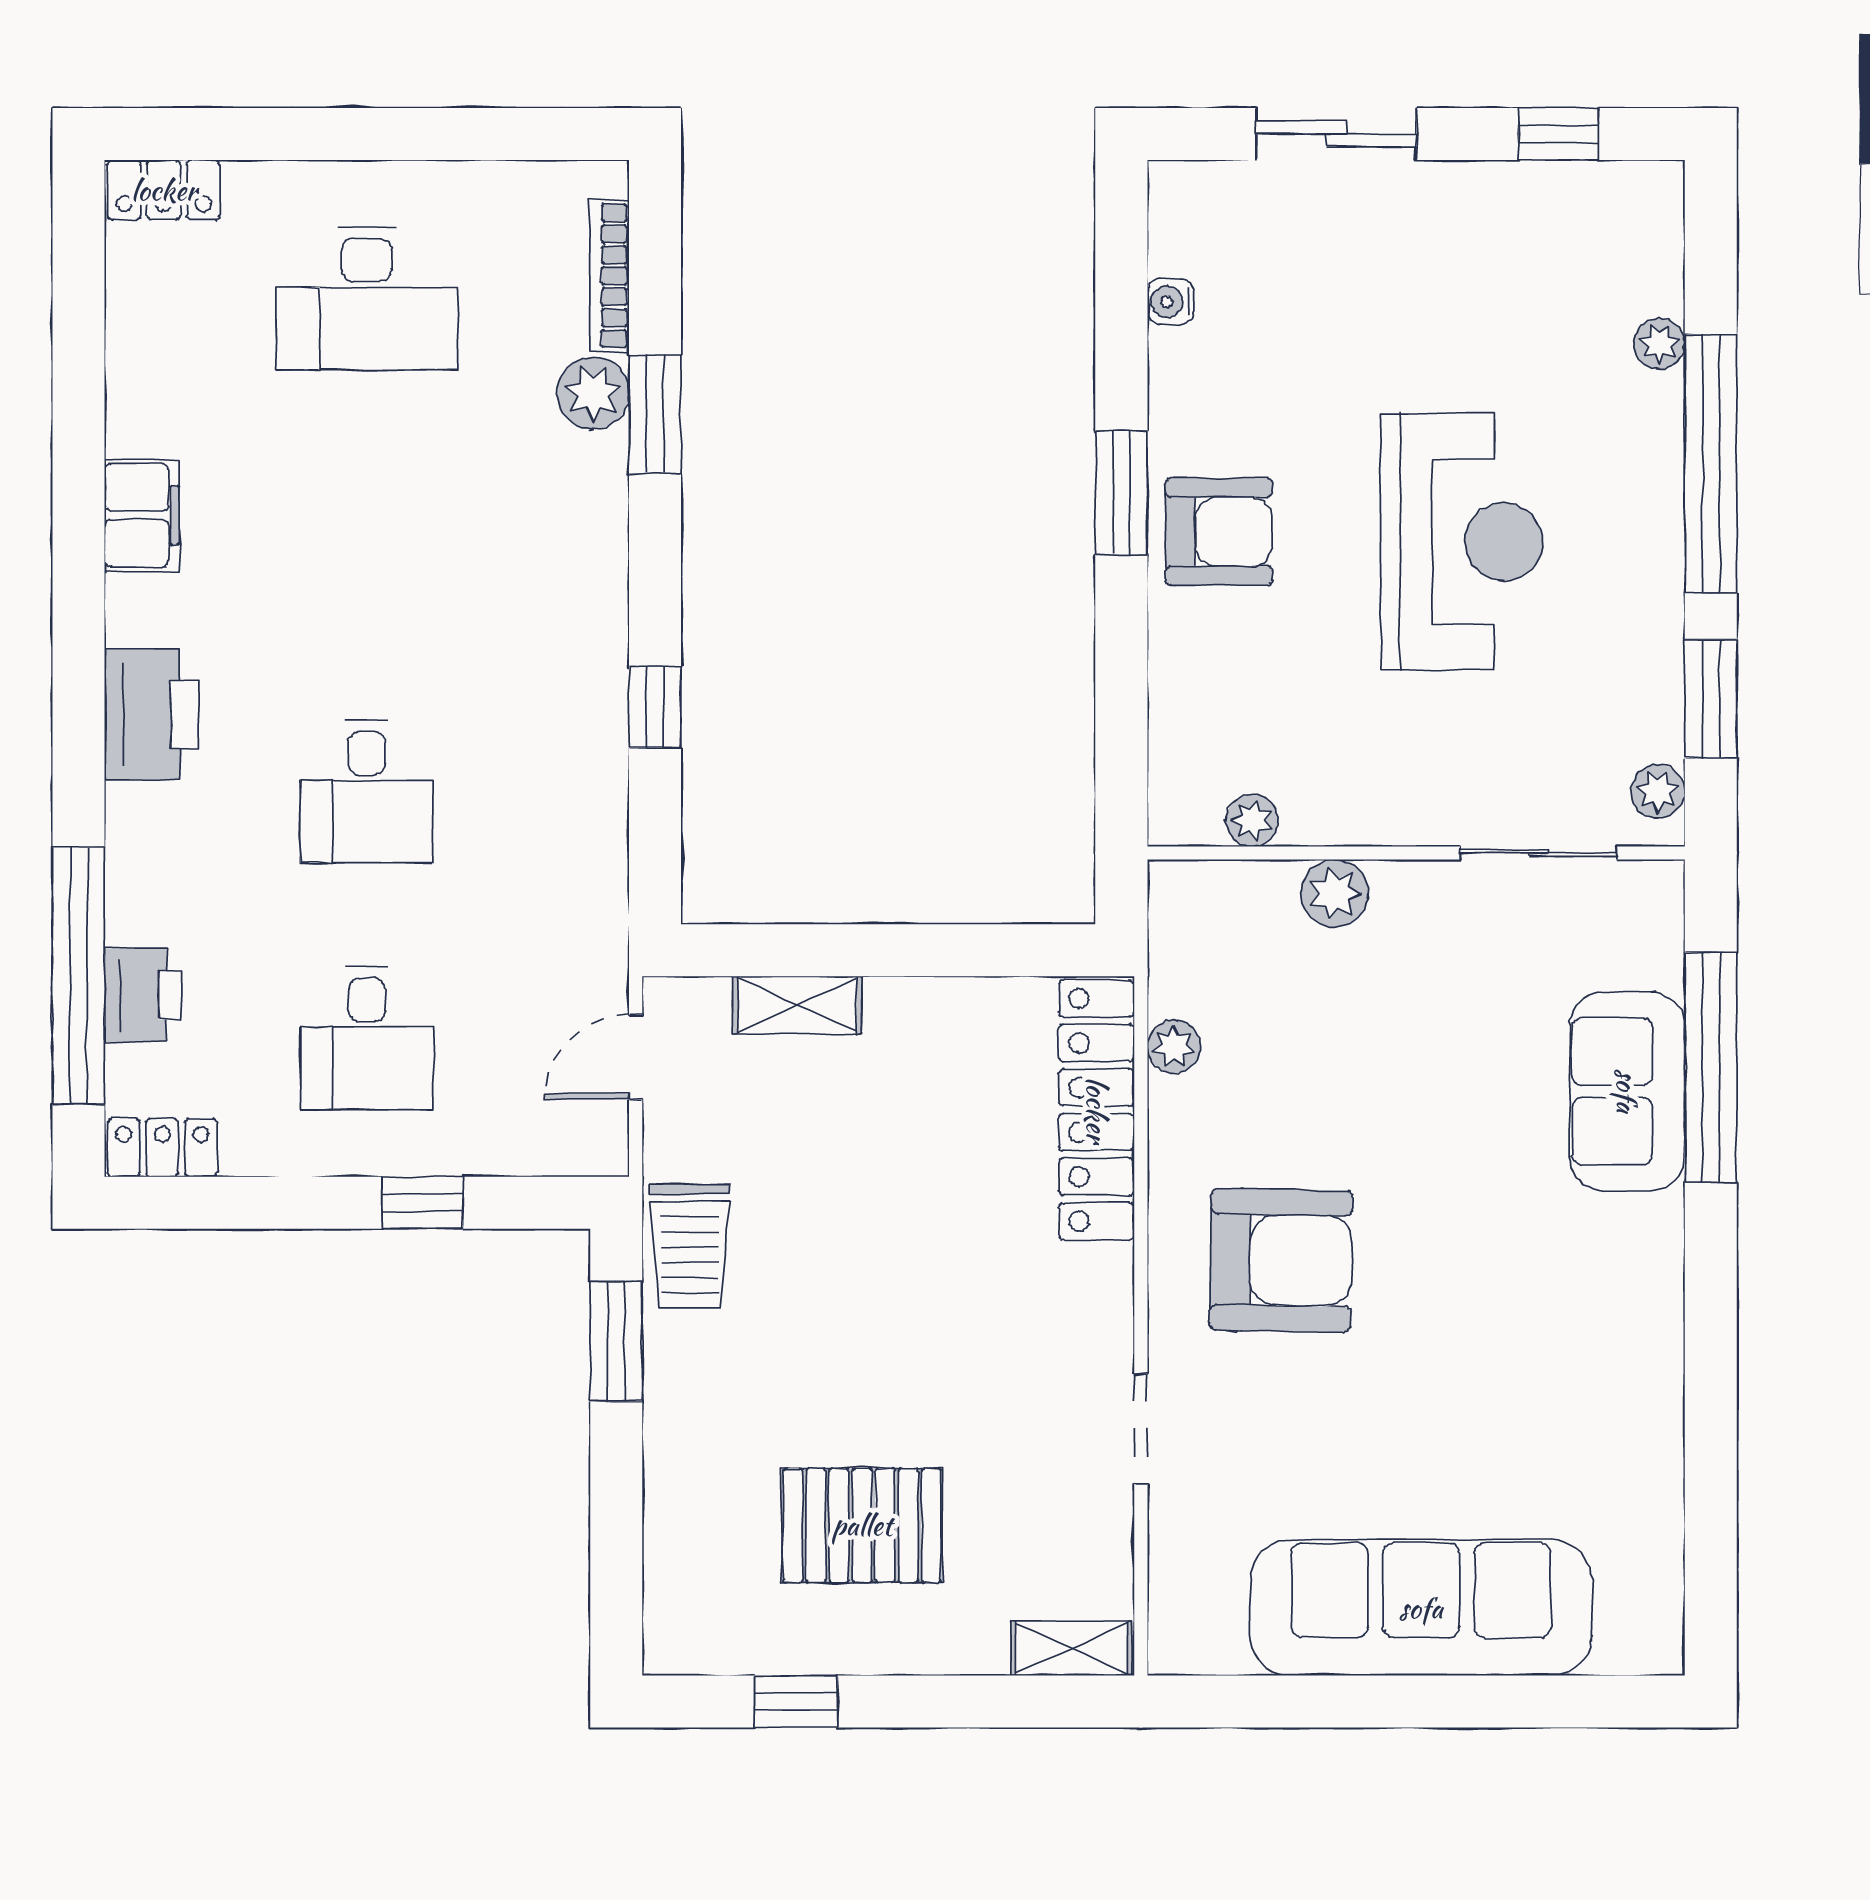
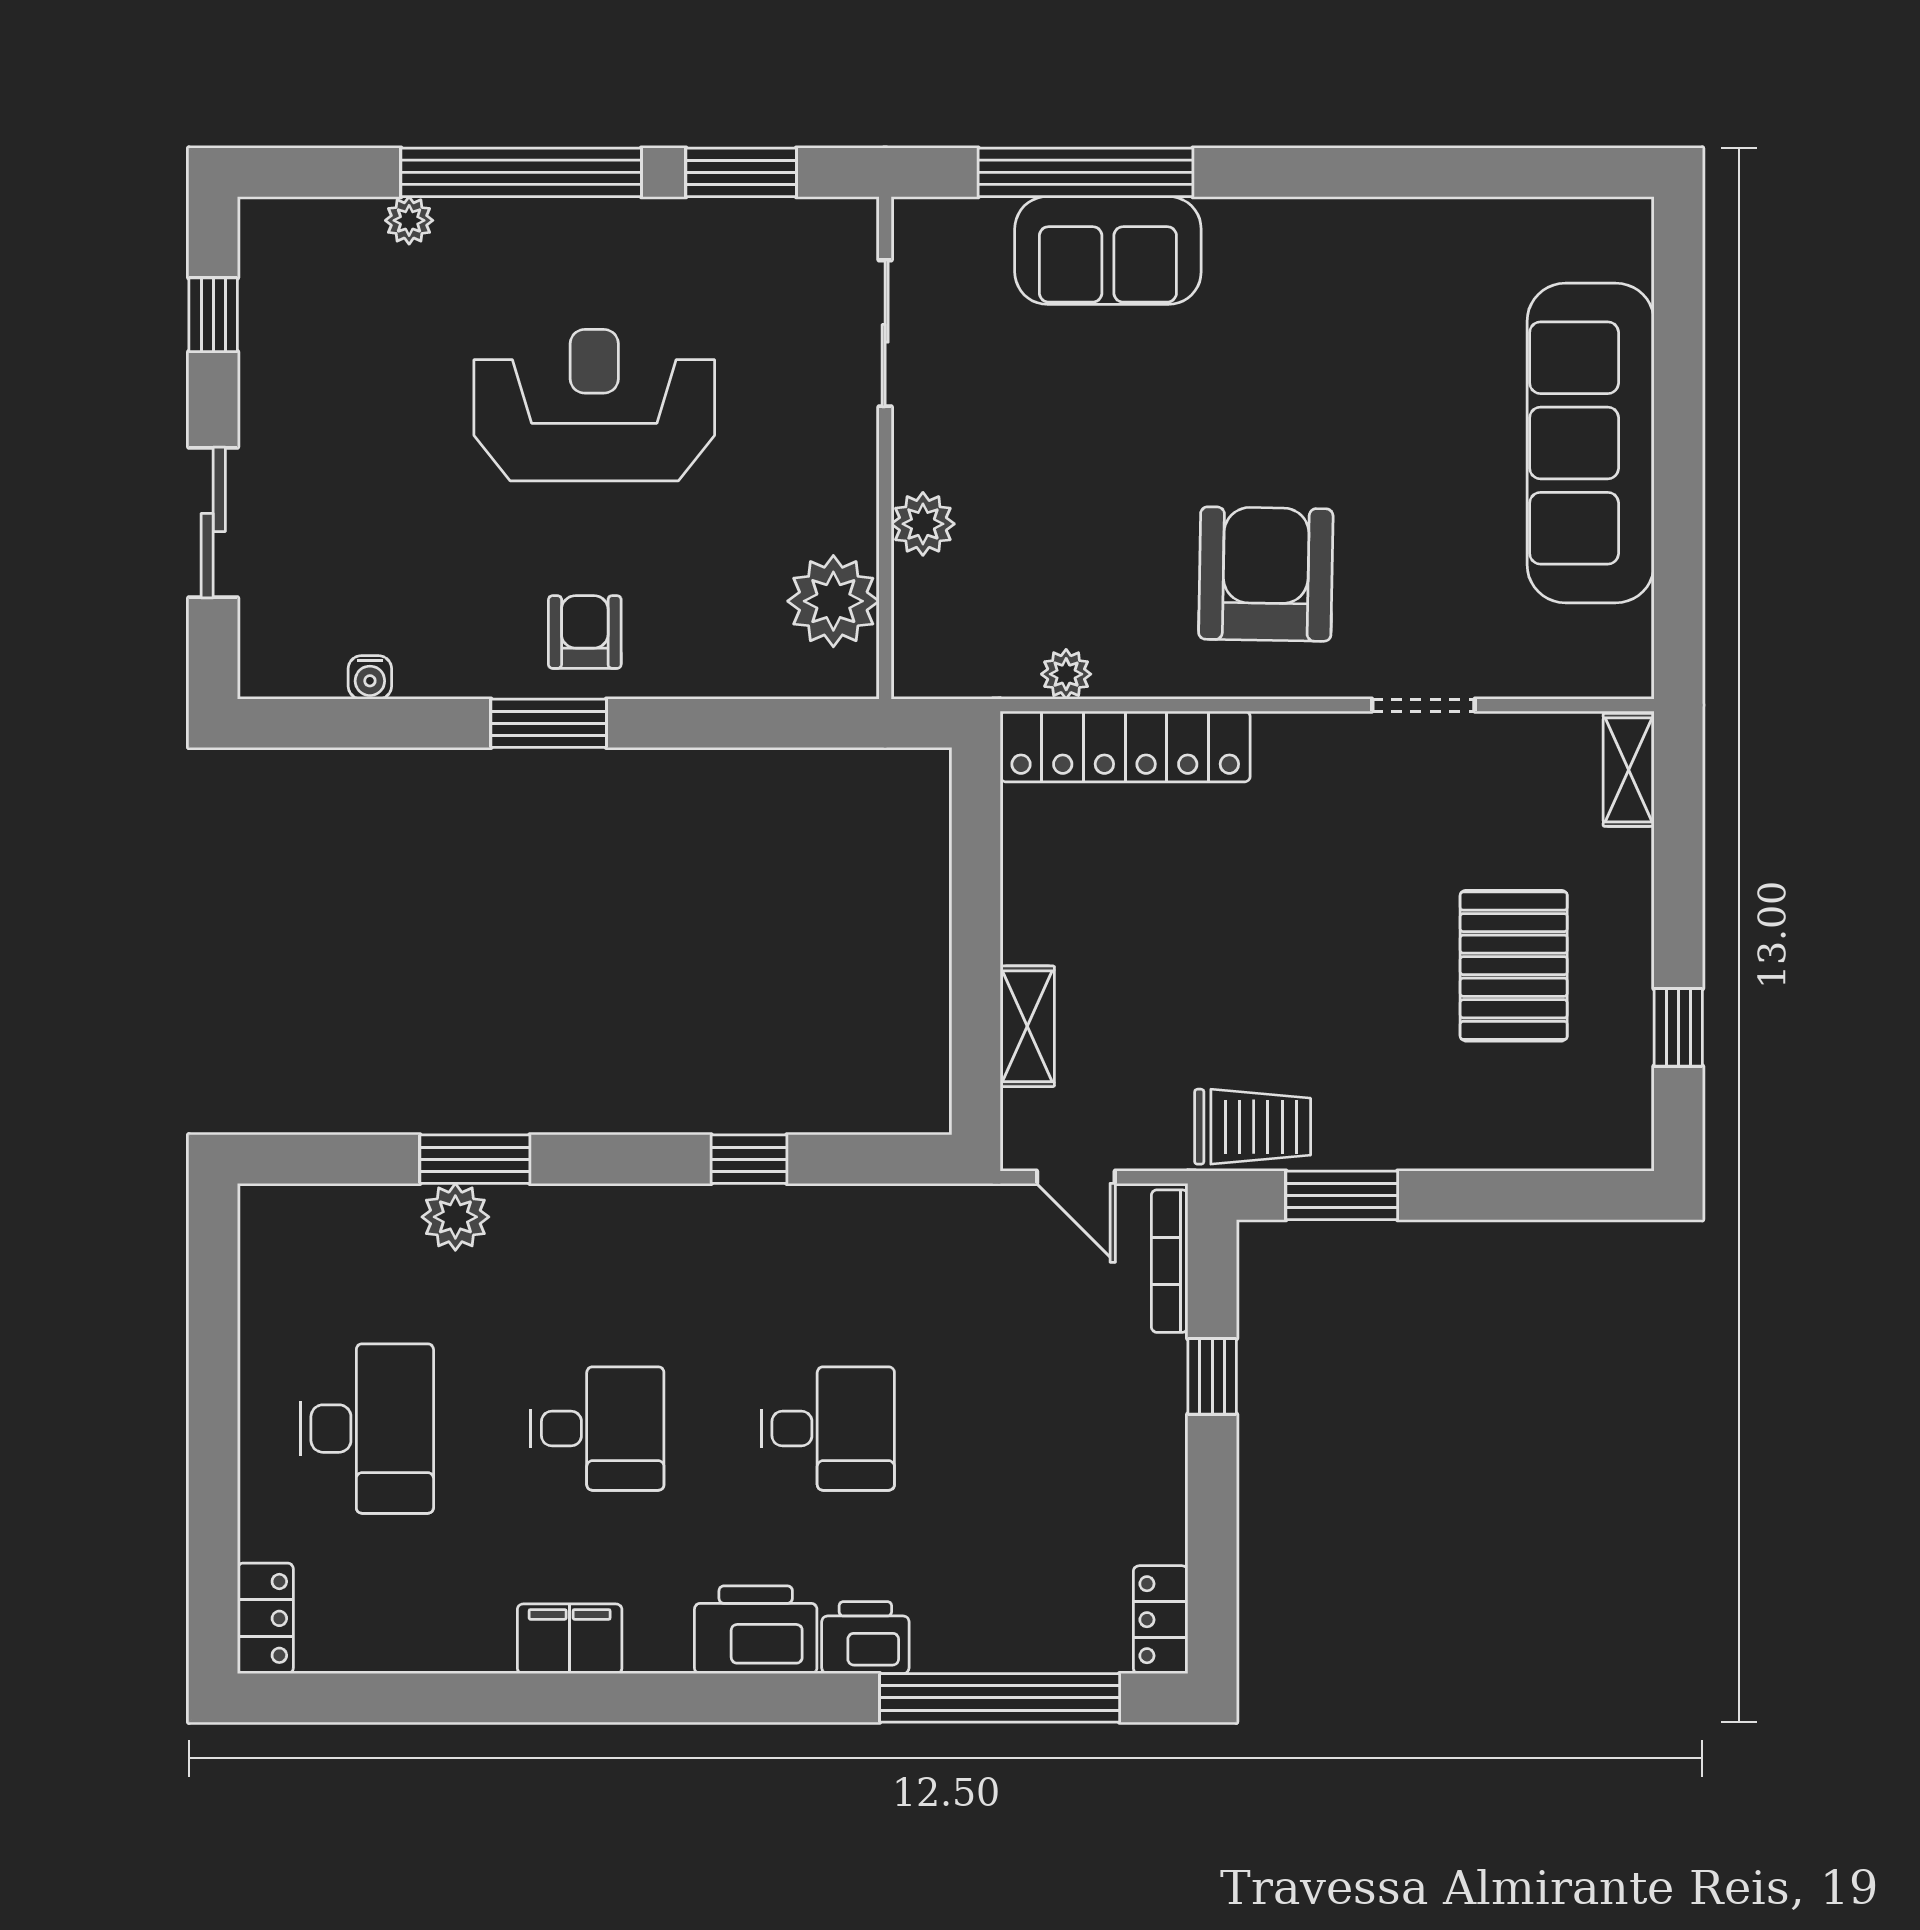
bookcase: (610, 276) -> (1170, 1261), moved, turned 90
armchair: (1219, 532) -> (585, 632), width x0.72, depth x0.72
plant: (1658, 791) -> (828, 222), removed
plant: (1252, 820) -> (833, 601), width x1.87, depth x1.87
printer: (143, 995) -> (865, 1638), moved
desk: (367, 1038) -> (597, 1429), moved

